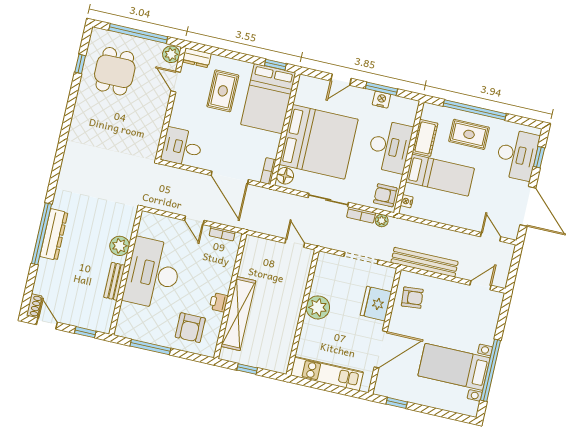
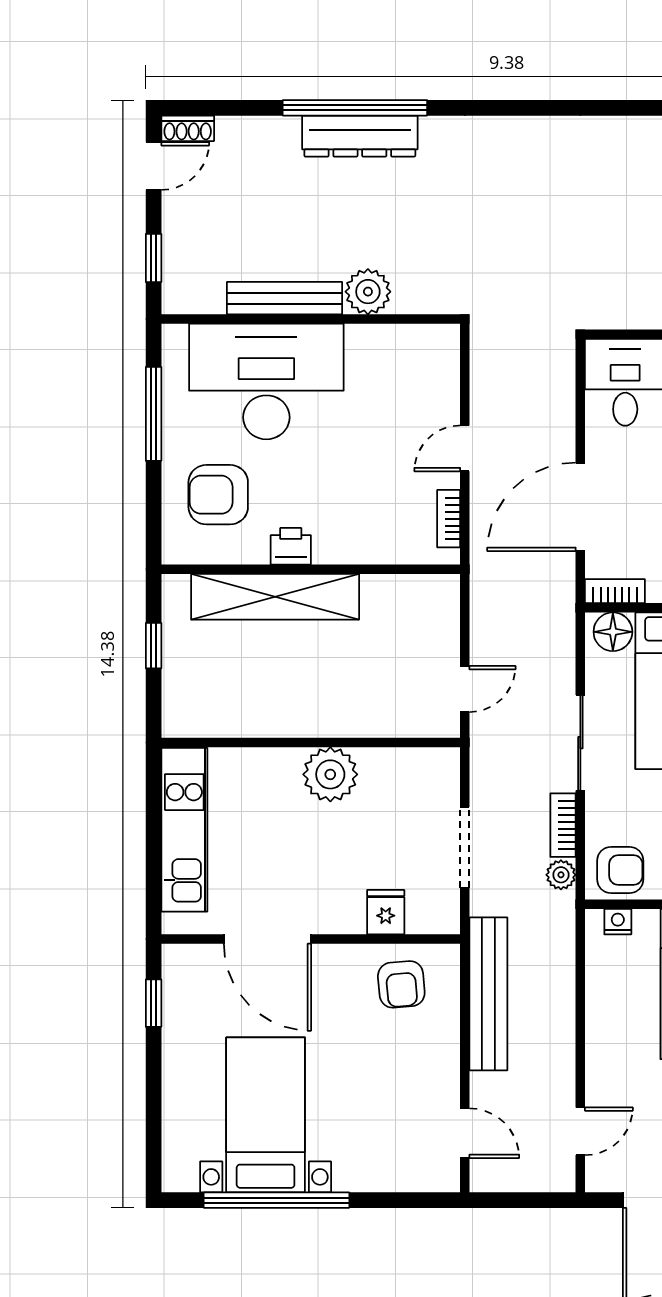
armchair: (385, 195) -> (620, 870), turned 90
desk: (153, 273) -> (266, 381), moved
bench: (114, 281) -> (285, 298), width x1.36
fridge: (376, 304) -> (386, 912), width x0.53, depth x0.75

